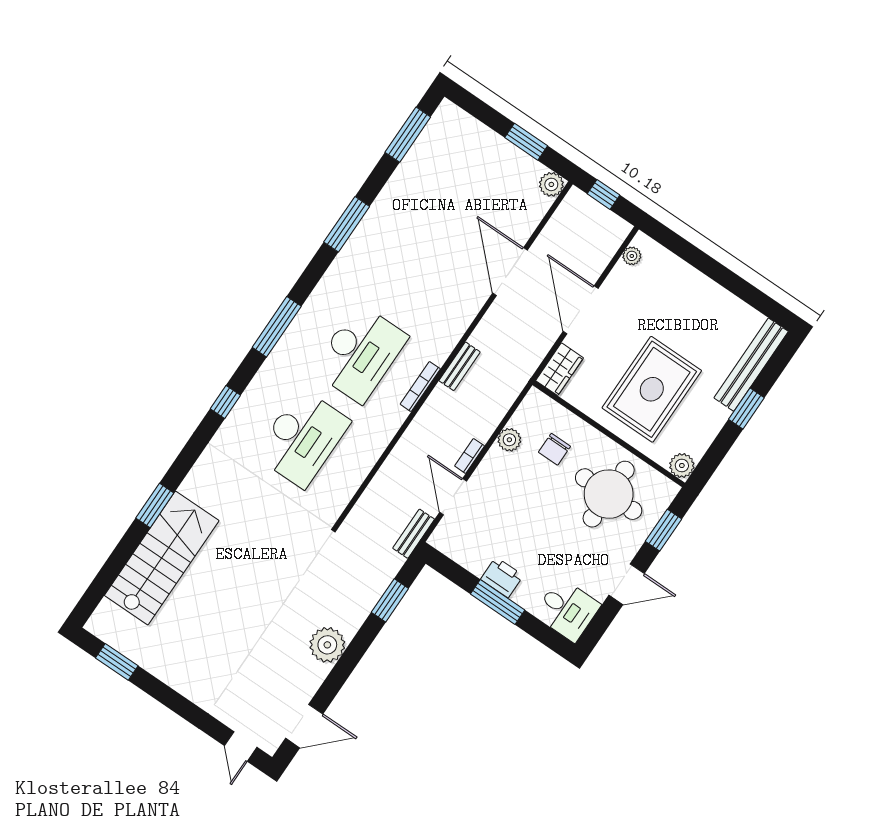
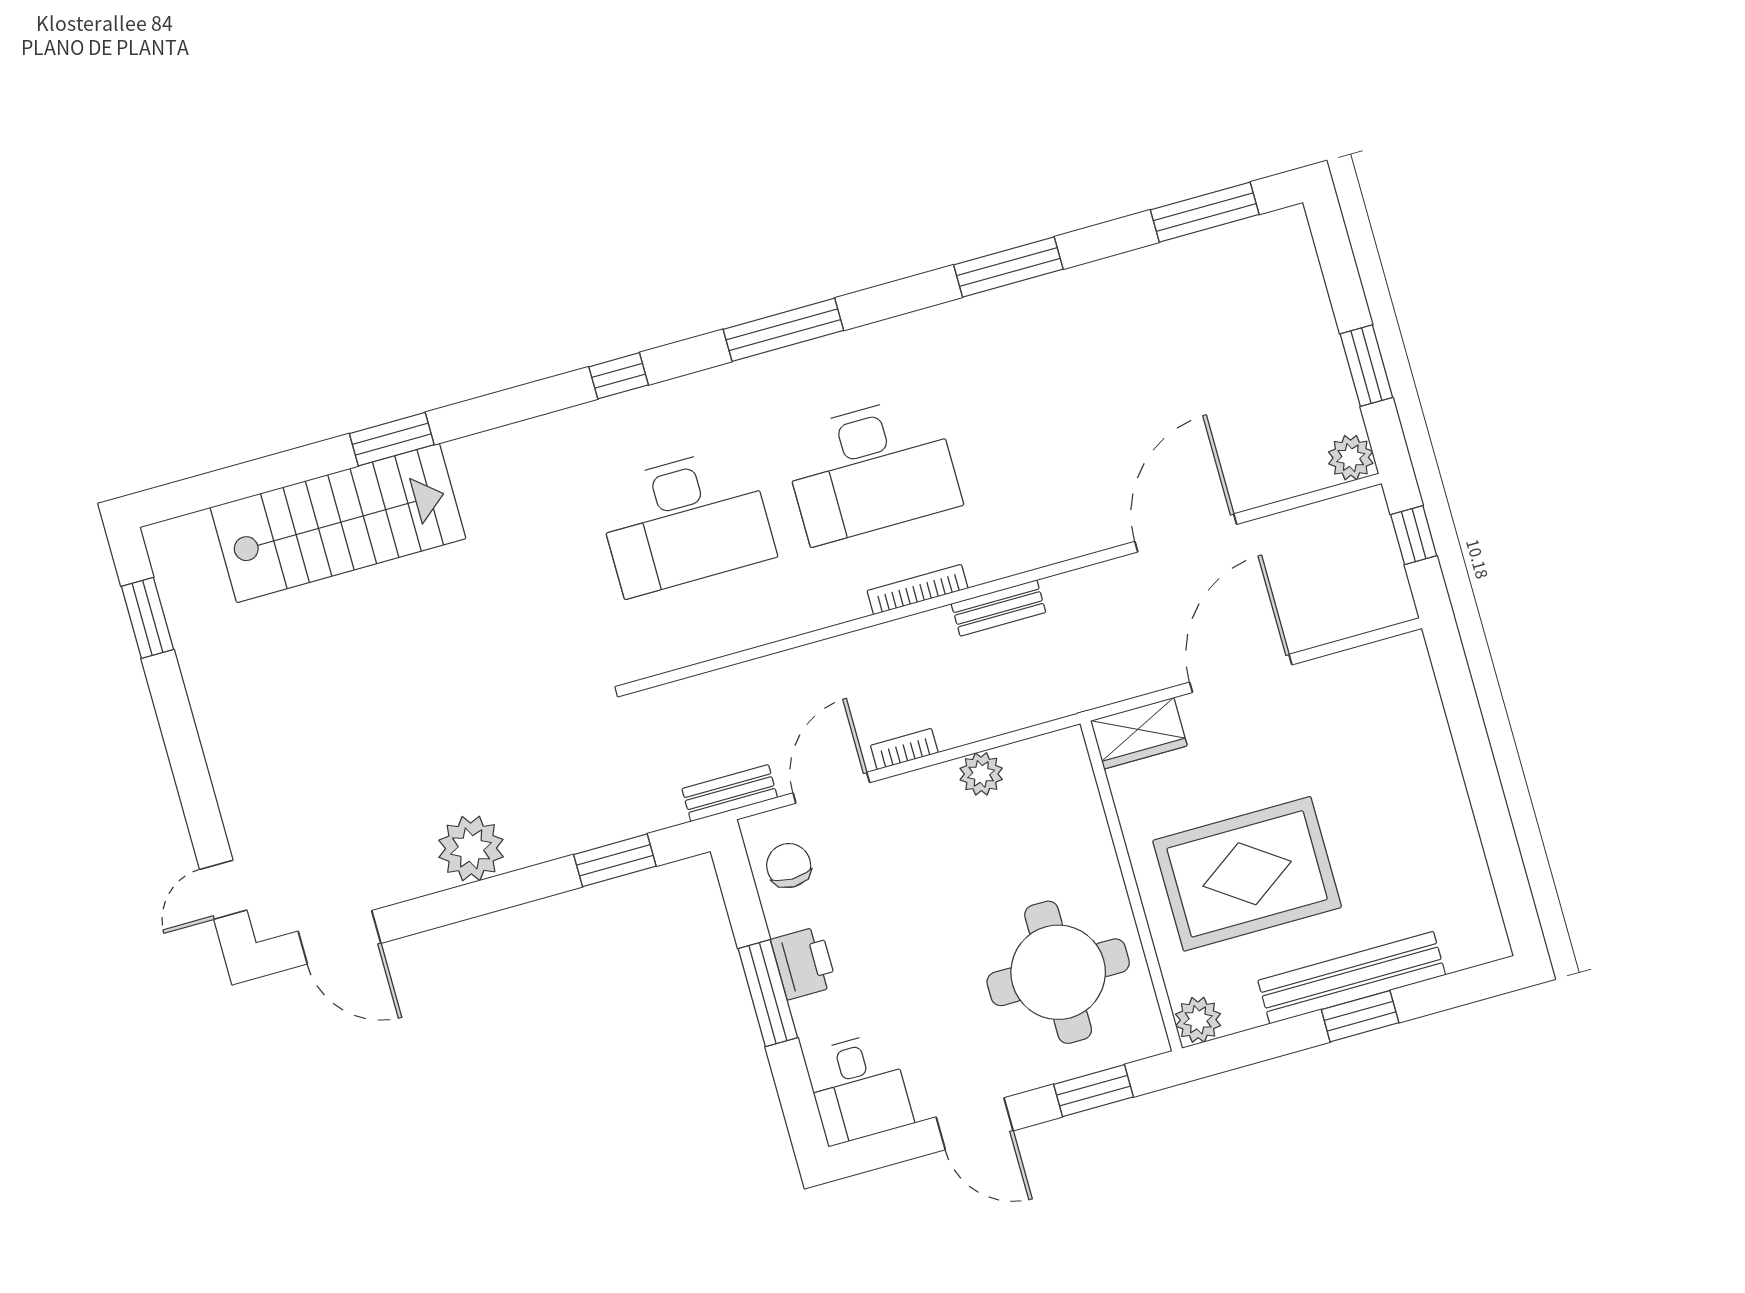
plant: (632, 256) -> (1380, 658), removed
bench: (751, 365) -> (1352, 978), moved
chair: (554, 449) -> (789, 865), moved, turned 90

